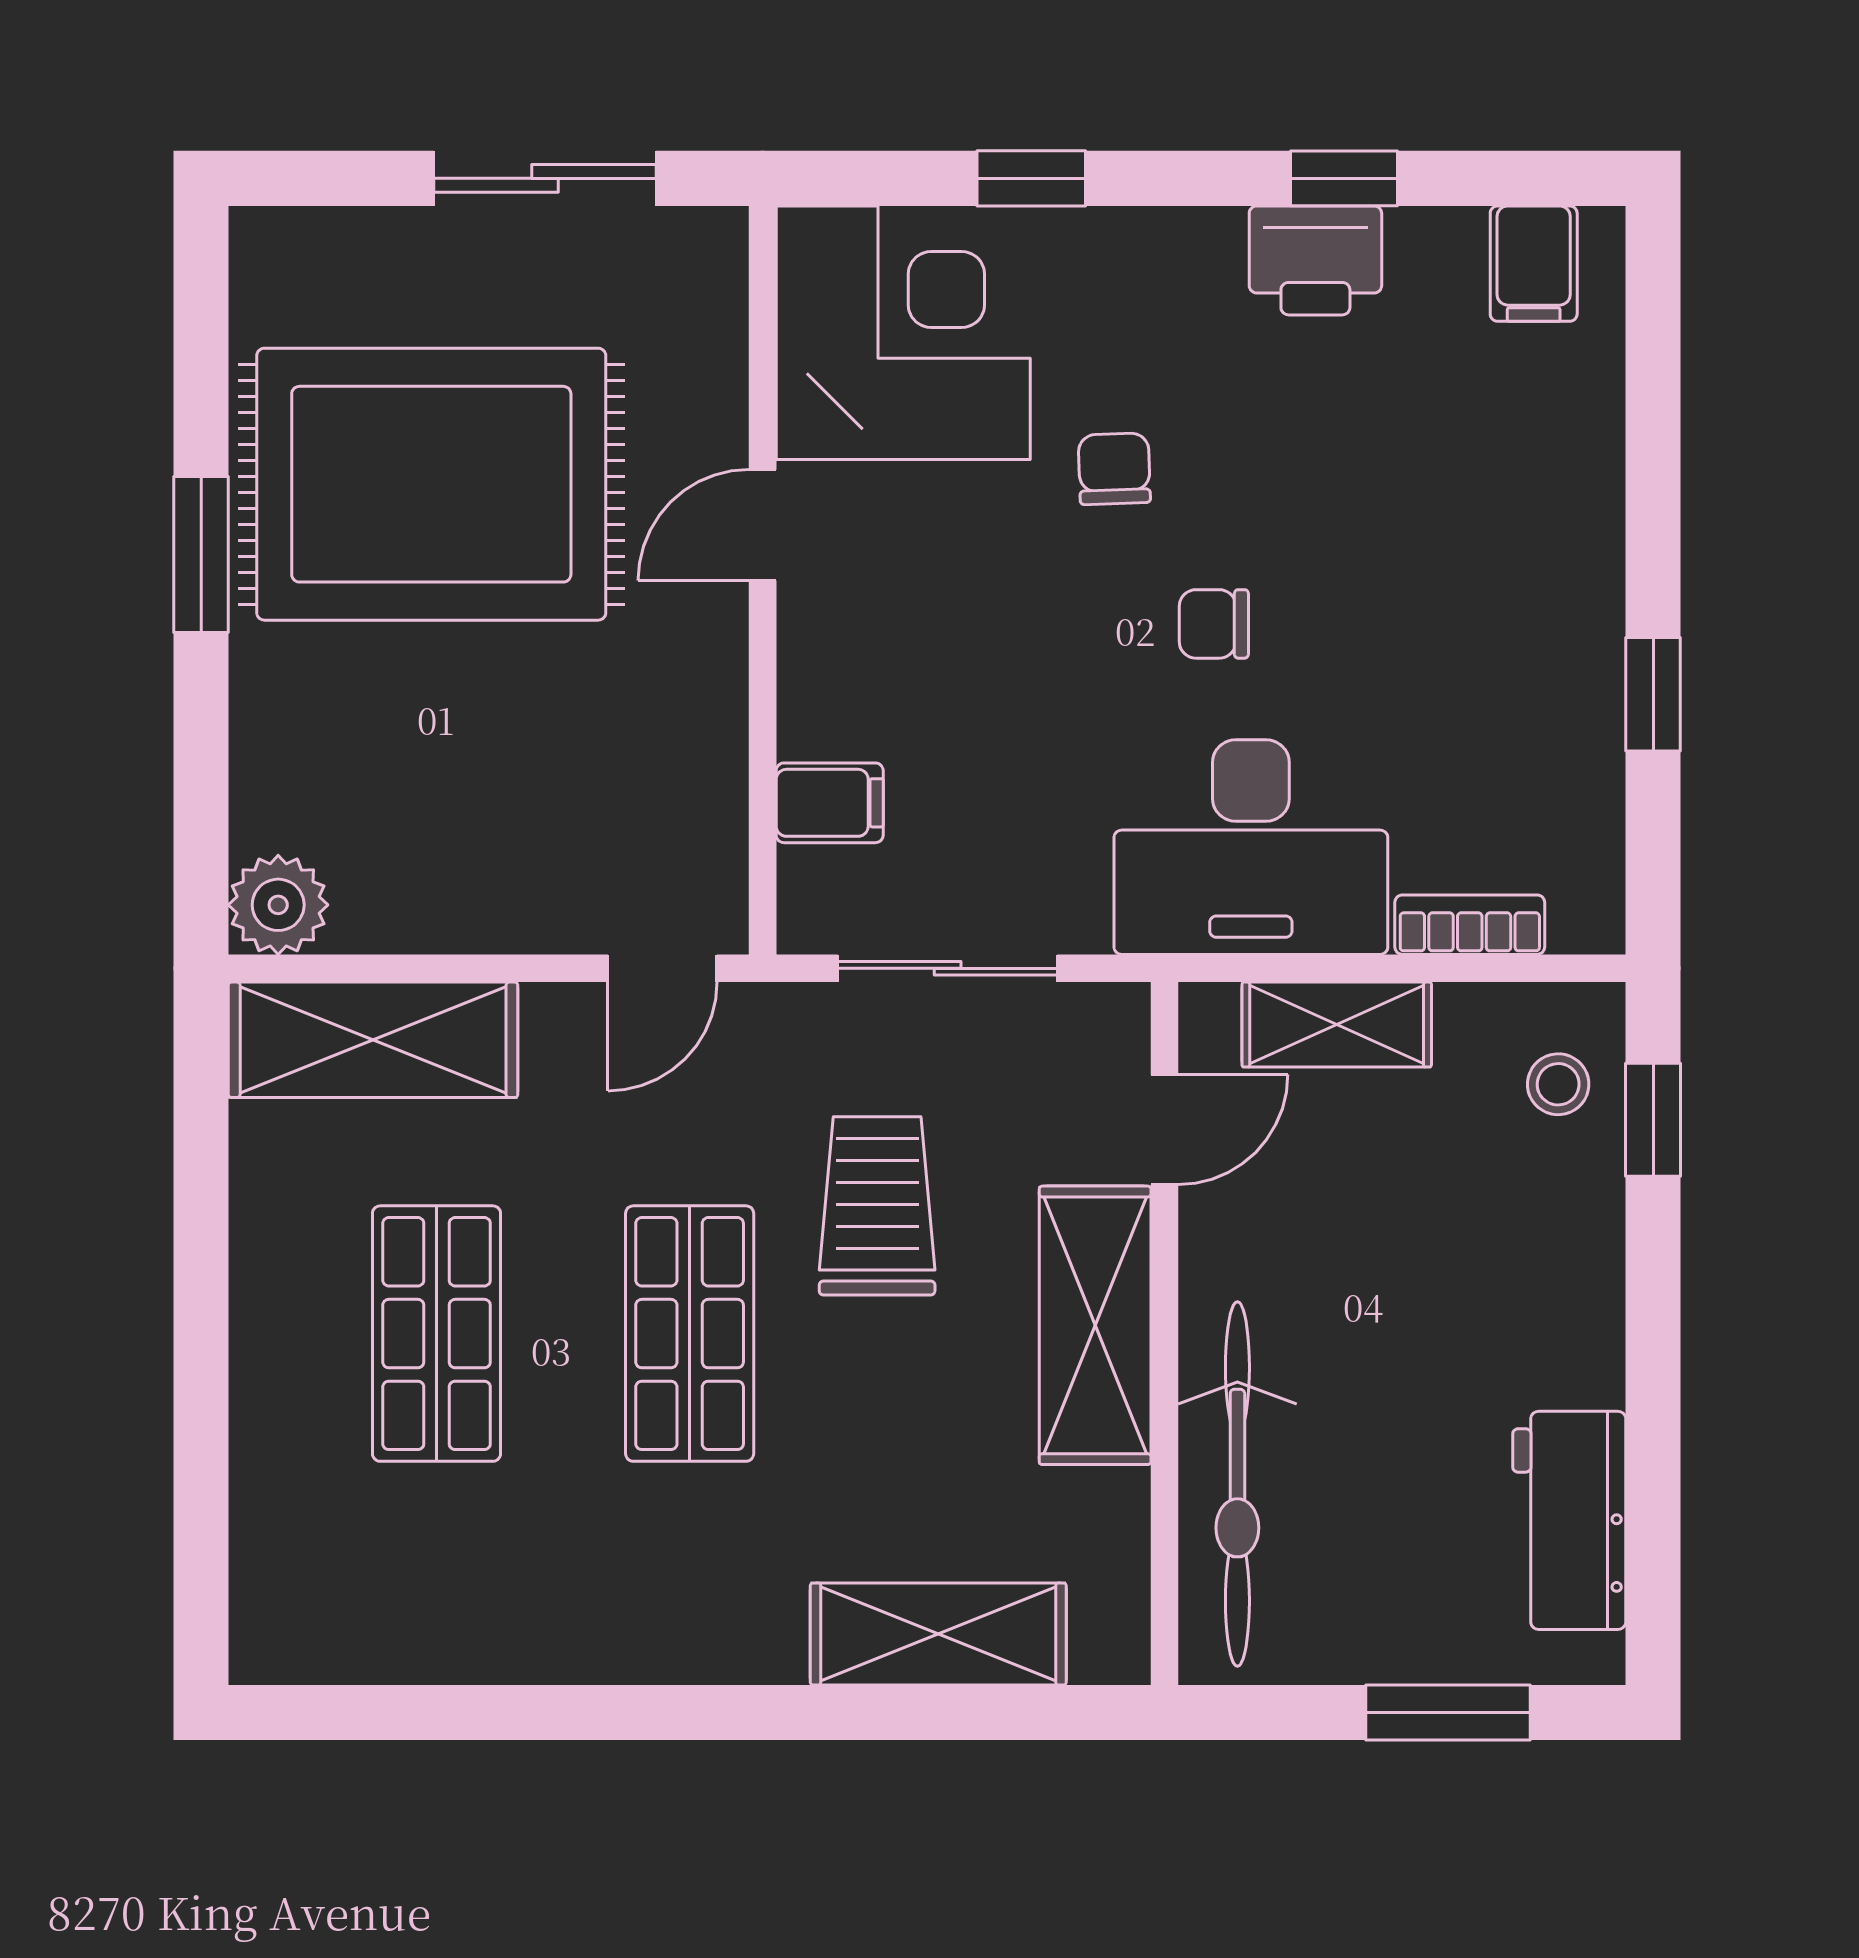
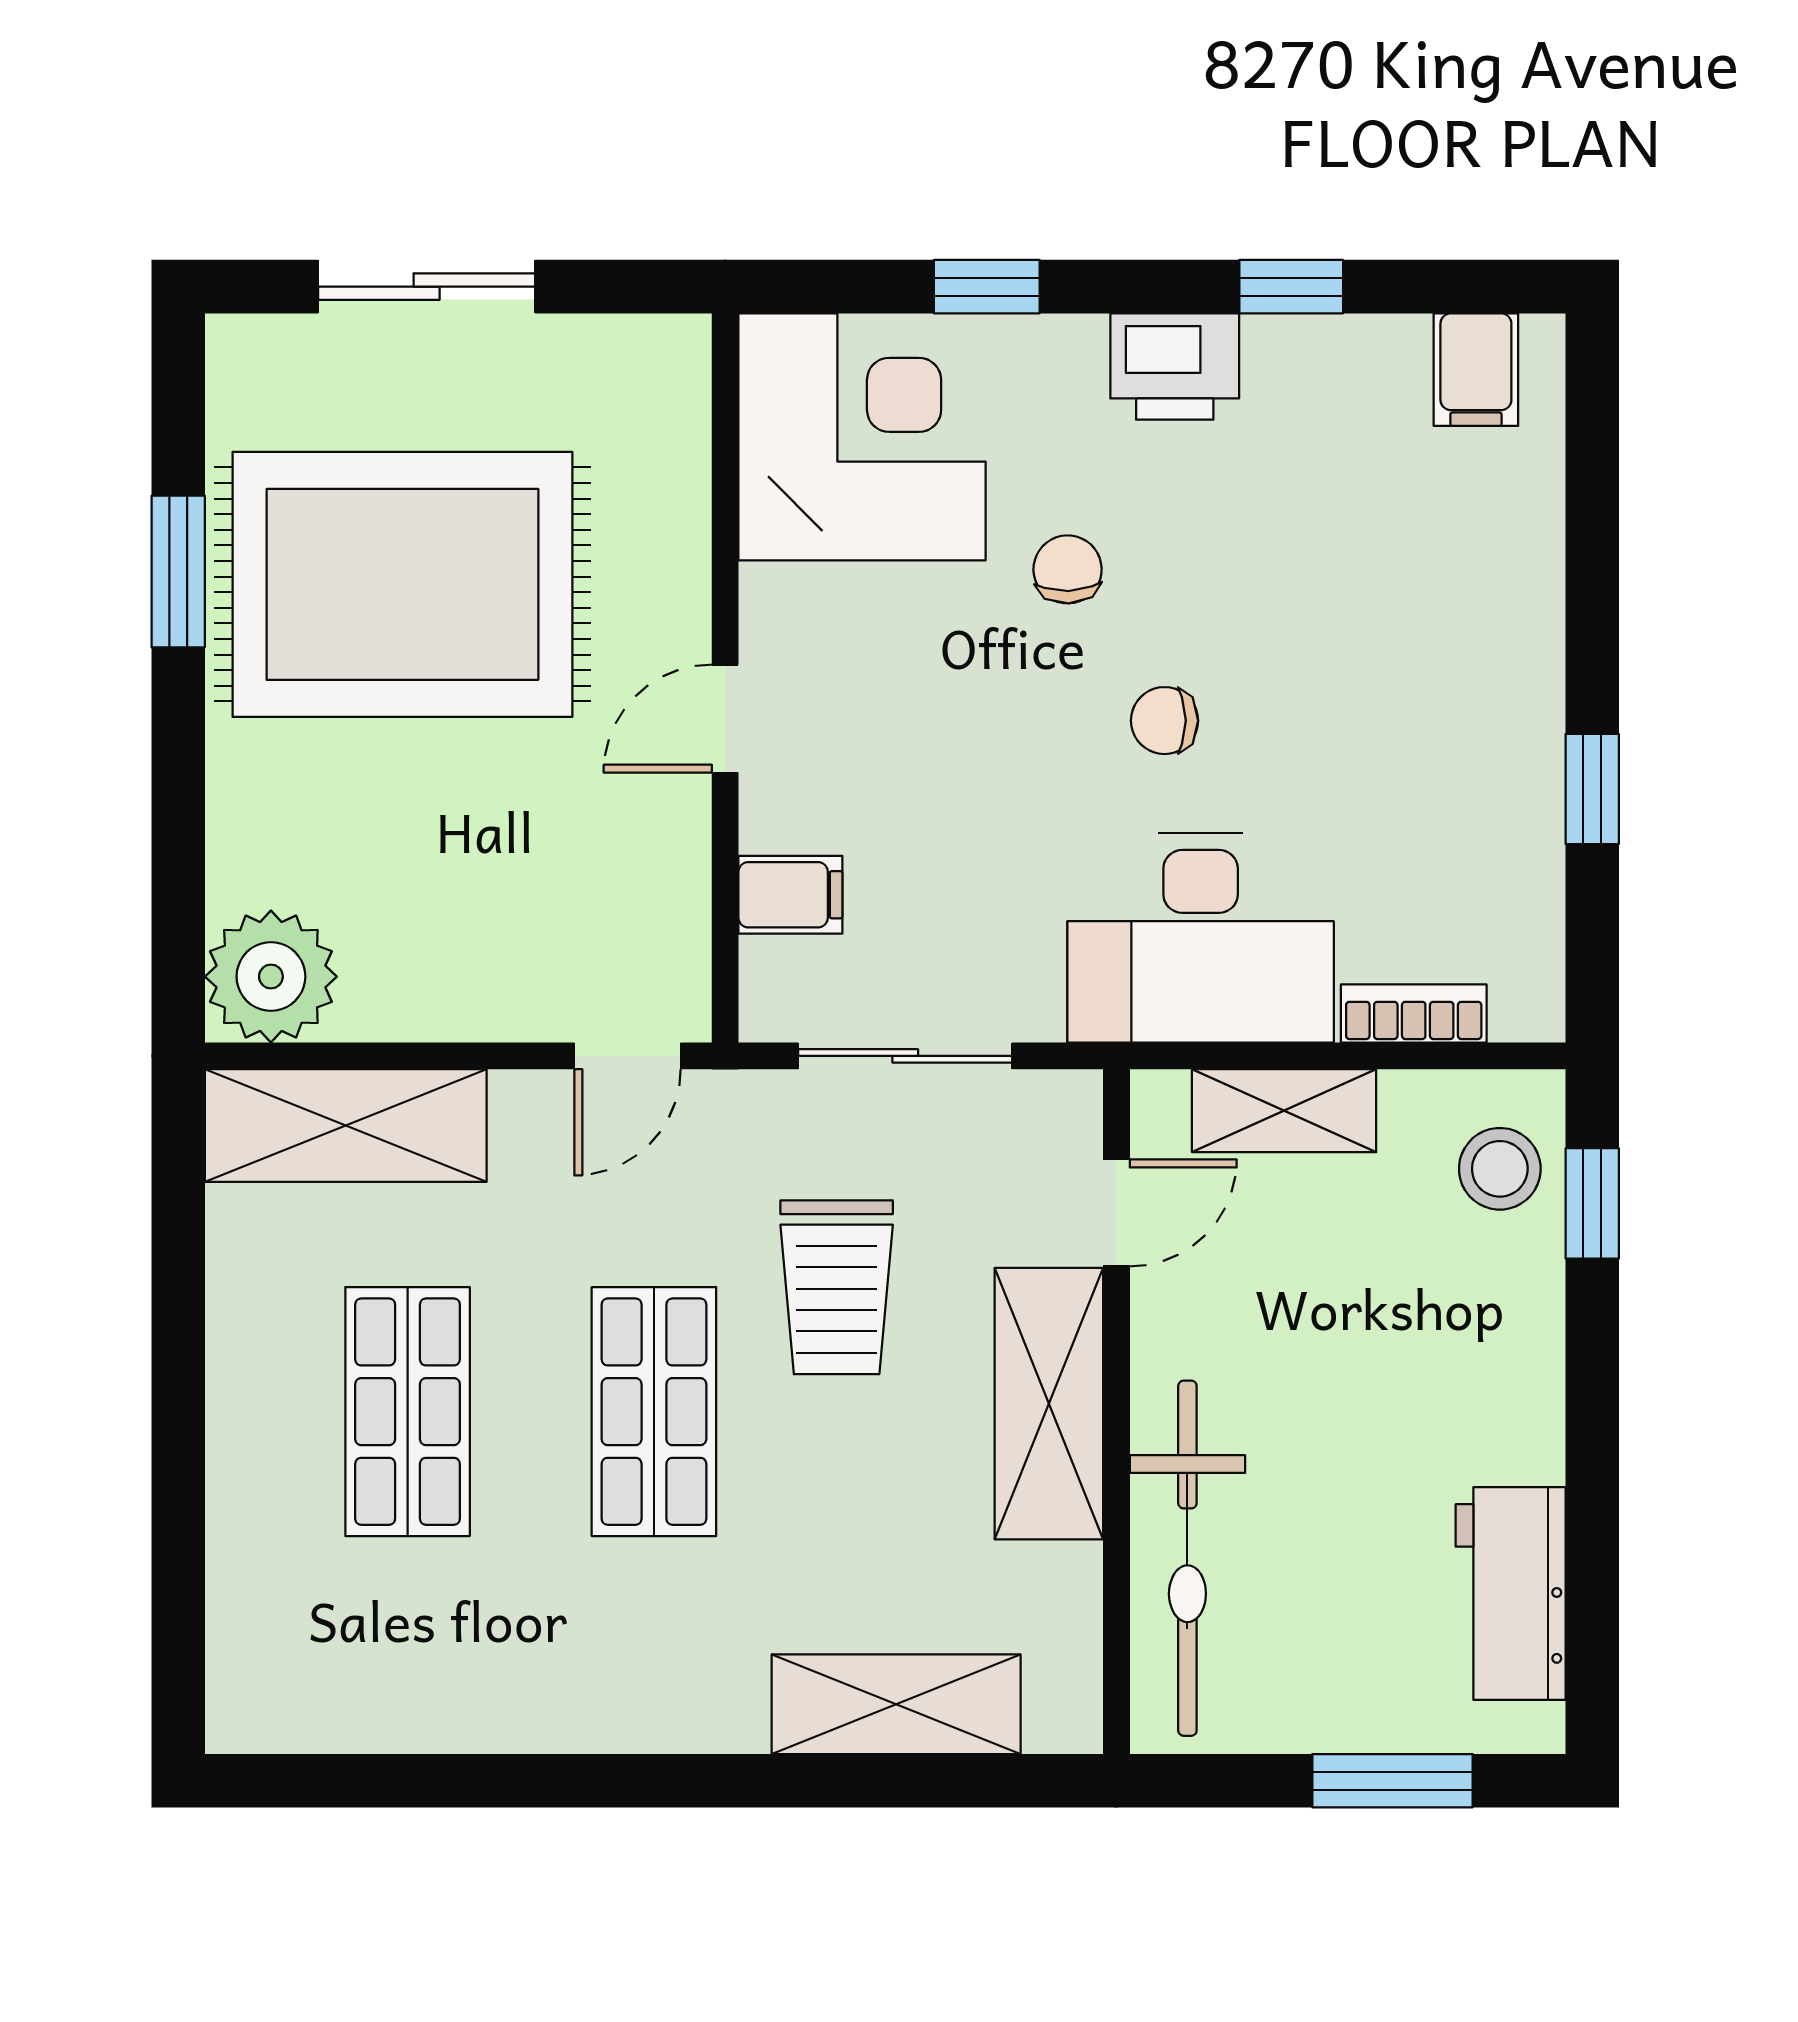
sliding door: (545, 178) -> (427, 287), moved
printer: (1315, 260) -> (1175, 367), moved
door: (763, 525) -> (725, 719), moved
window: (201, 555) -> (178, 572), moved
plant: (278, 905) -> (271, 977), width x1.36, depth x1.36
stool: (1558, 1084) -> (1500, 1169), width x1.37, depth x1.37
trolley: (877, 1206) -> (837, 1287), turned 180

